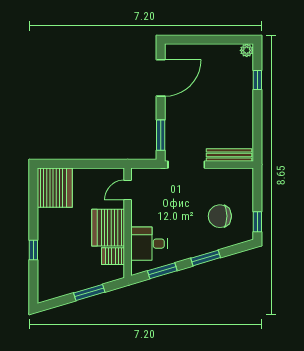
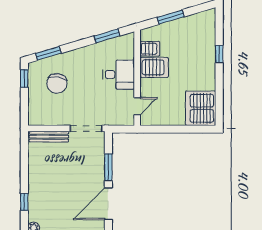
window: (161, 135) -> (108, 167), moved
chair: (220, 216) -> (57, 83), turned 99
server rack: (108, 228) -> (154, 67), width x0.62
desk: (149, 244) -> (119, 75), moved
window: (206, 258) -> (48, 53), moved

